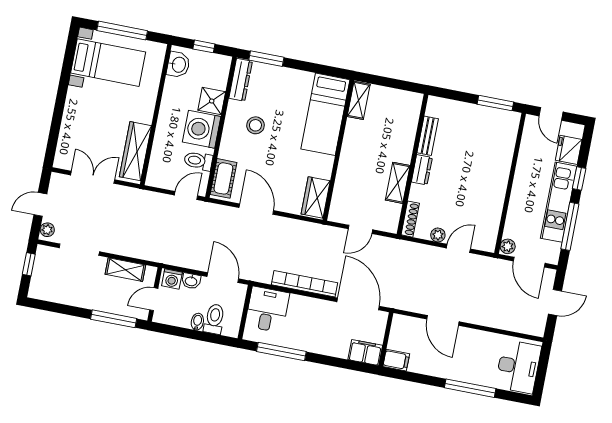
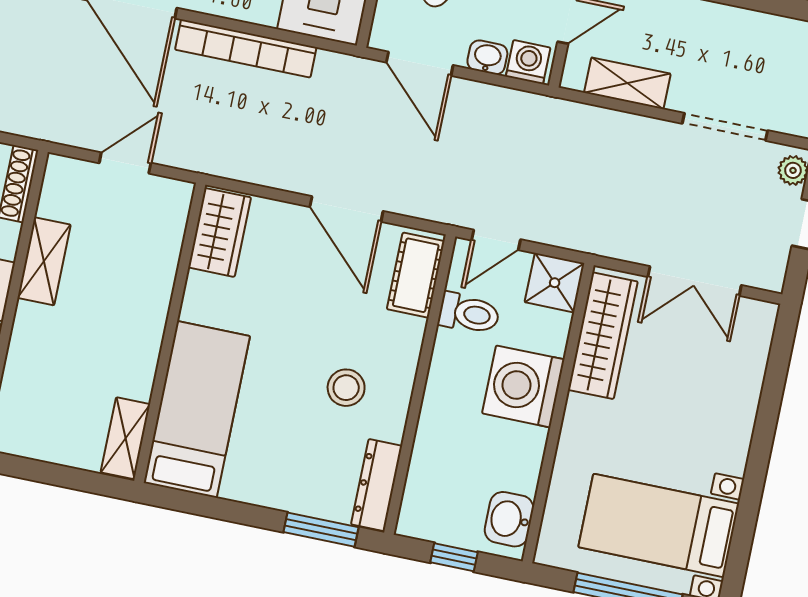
shower: (212, 101) -> (555, 283), moved
washing machine: (202, 129) -> (523, 386), moved, turned 180

